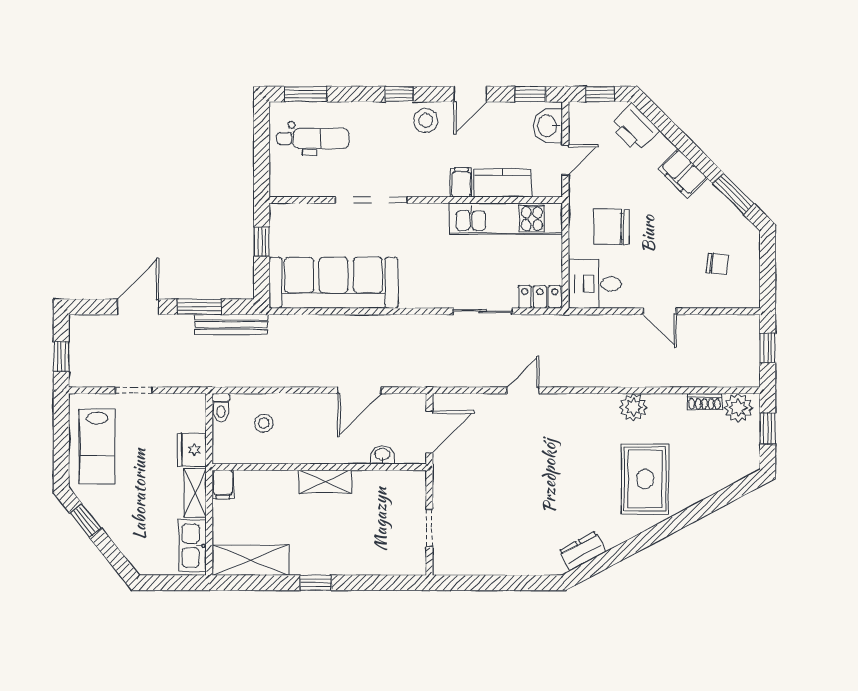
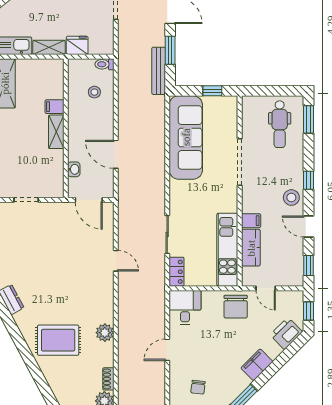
washbasin: (548, 126) -> (288, 277), removed
chair: (611, 227) -> (236, 307), moved, turned 180
filing cabinet: (223, 484) -> (55, 107), moved

